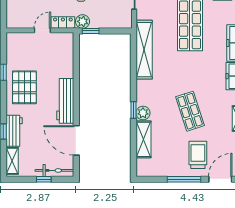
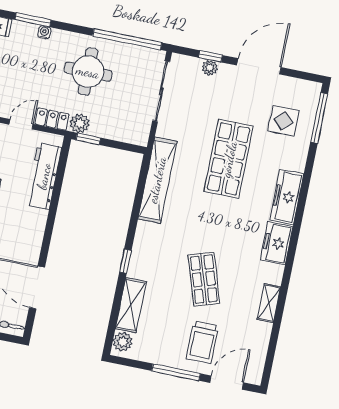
workbench: (65, 101) -> (44, 176), moved
plant: (143, 113) -> (123, 342), moved
trolley: (198, 155) -> (202, 342), turned 180

